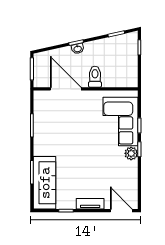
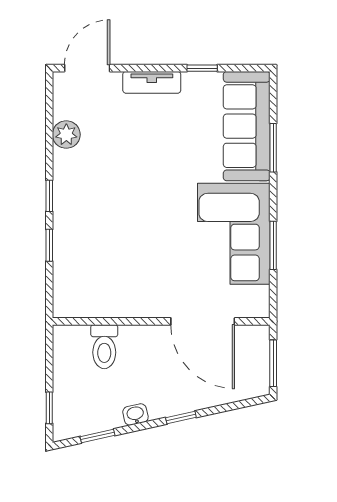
washbasin: (78, 49) -> (135, 415), moved
toilet: (95, 77) -> (104, 347), moved
corner sofa: (120, 121) -> (234, 234), moved, turned 180
plant: (131, 153) -> (66, 135), moved
door: (121, 211) -> (87, 68), swing flipped

